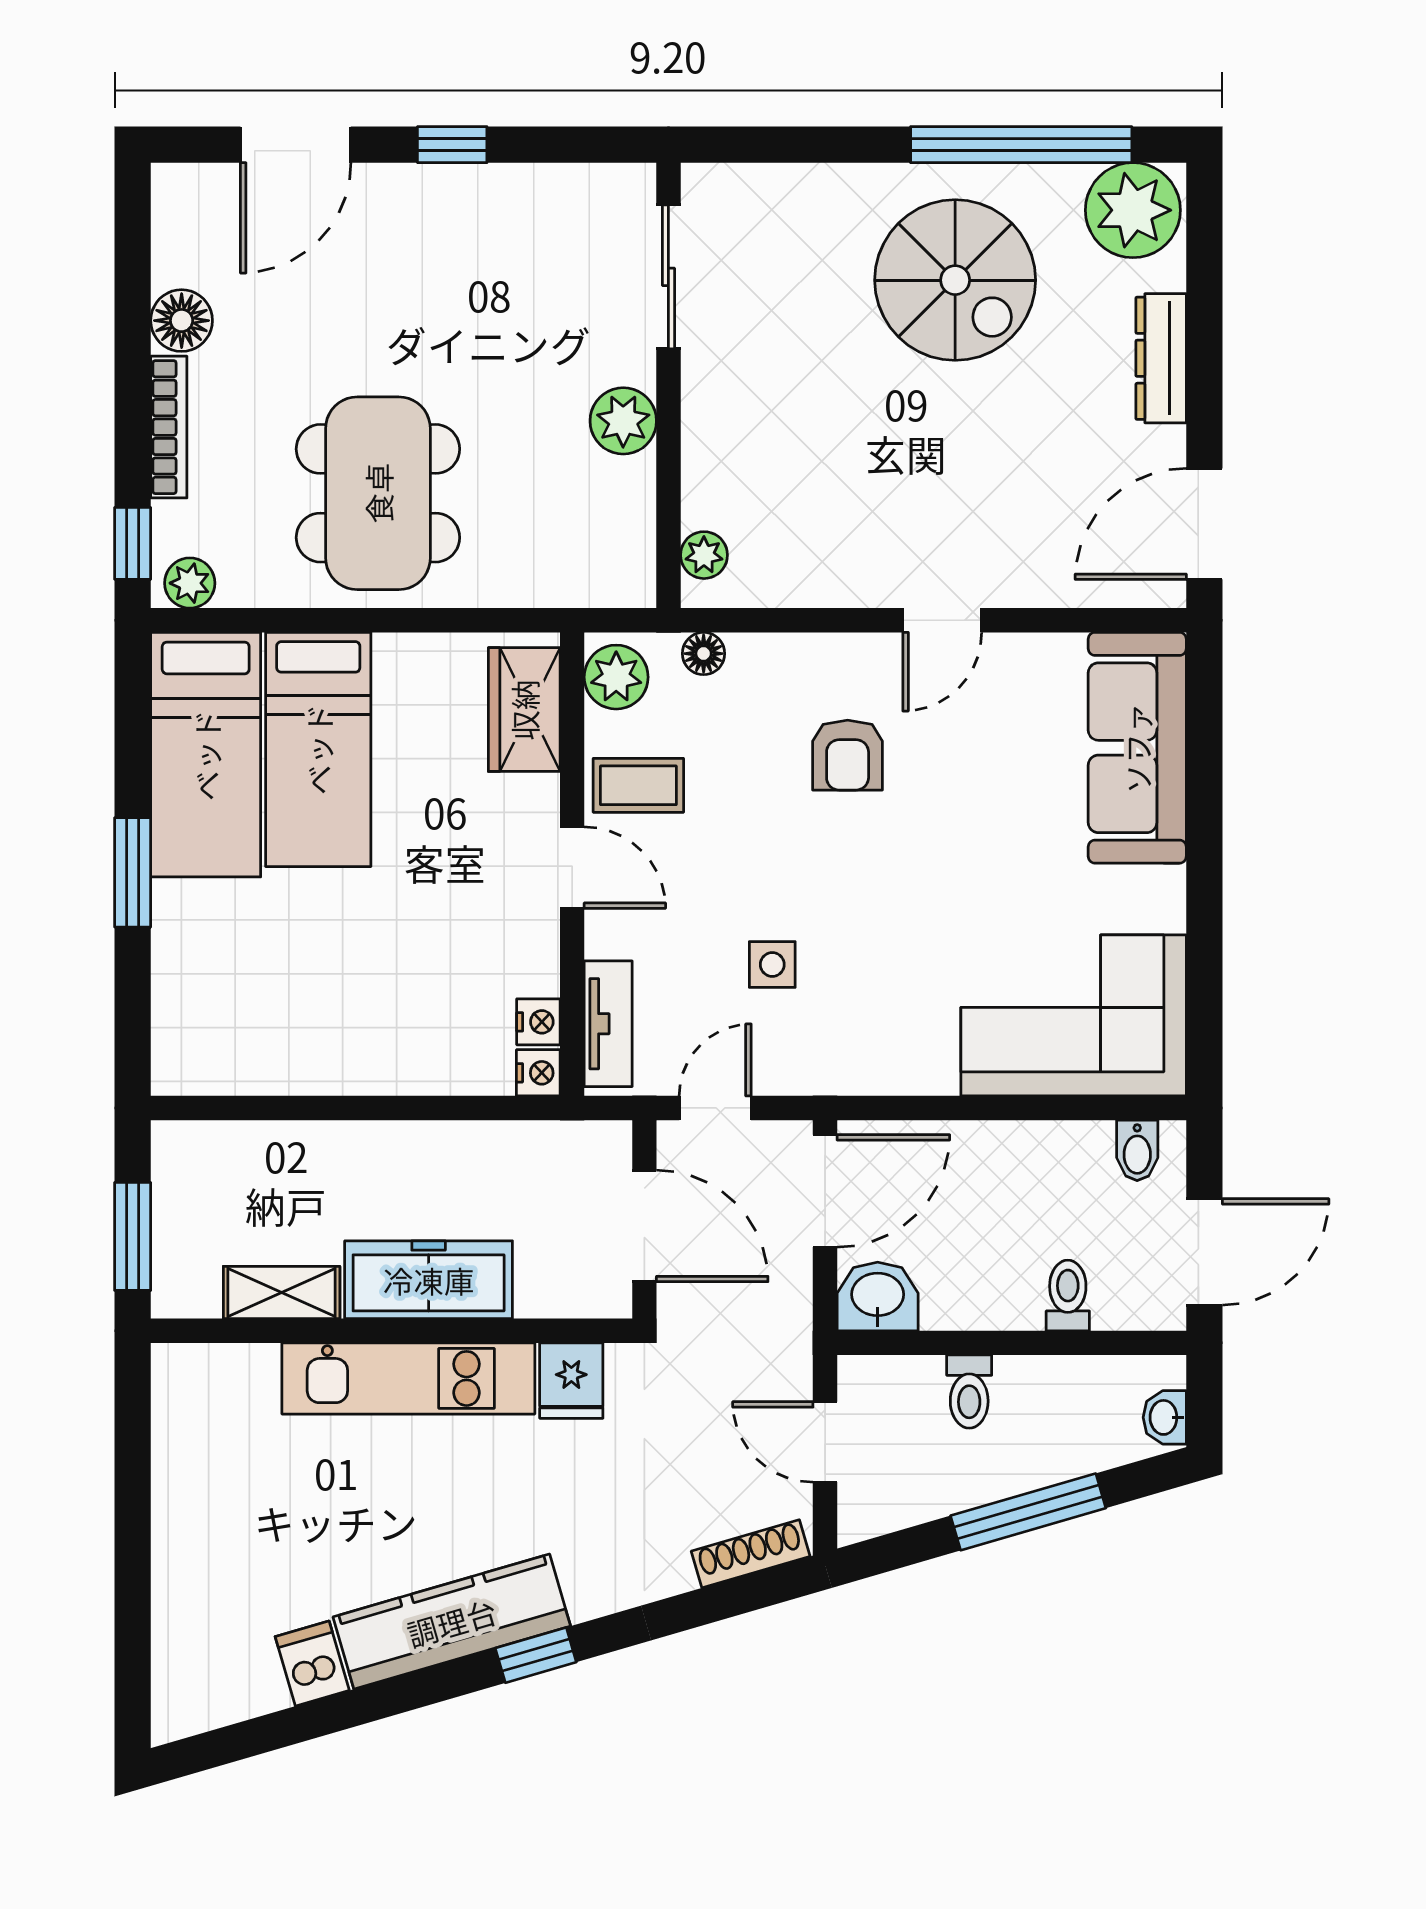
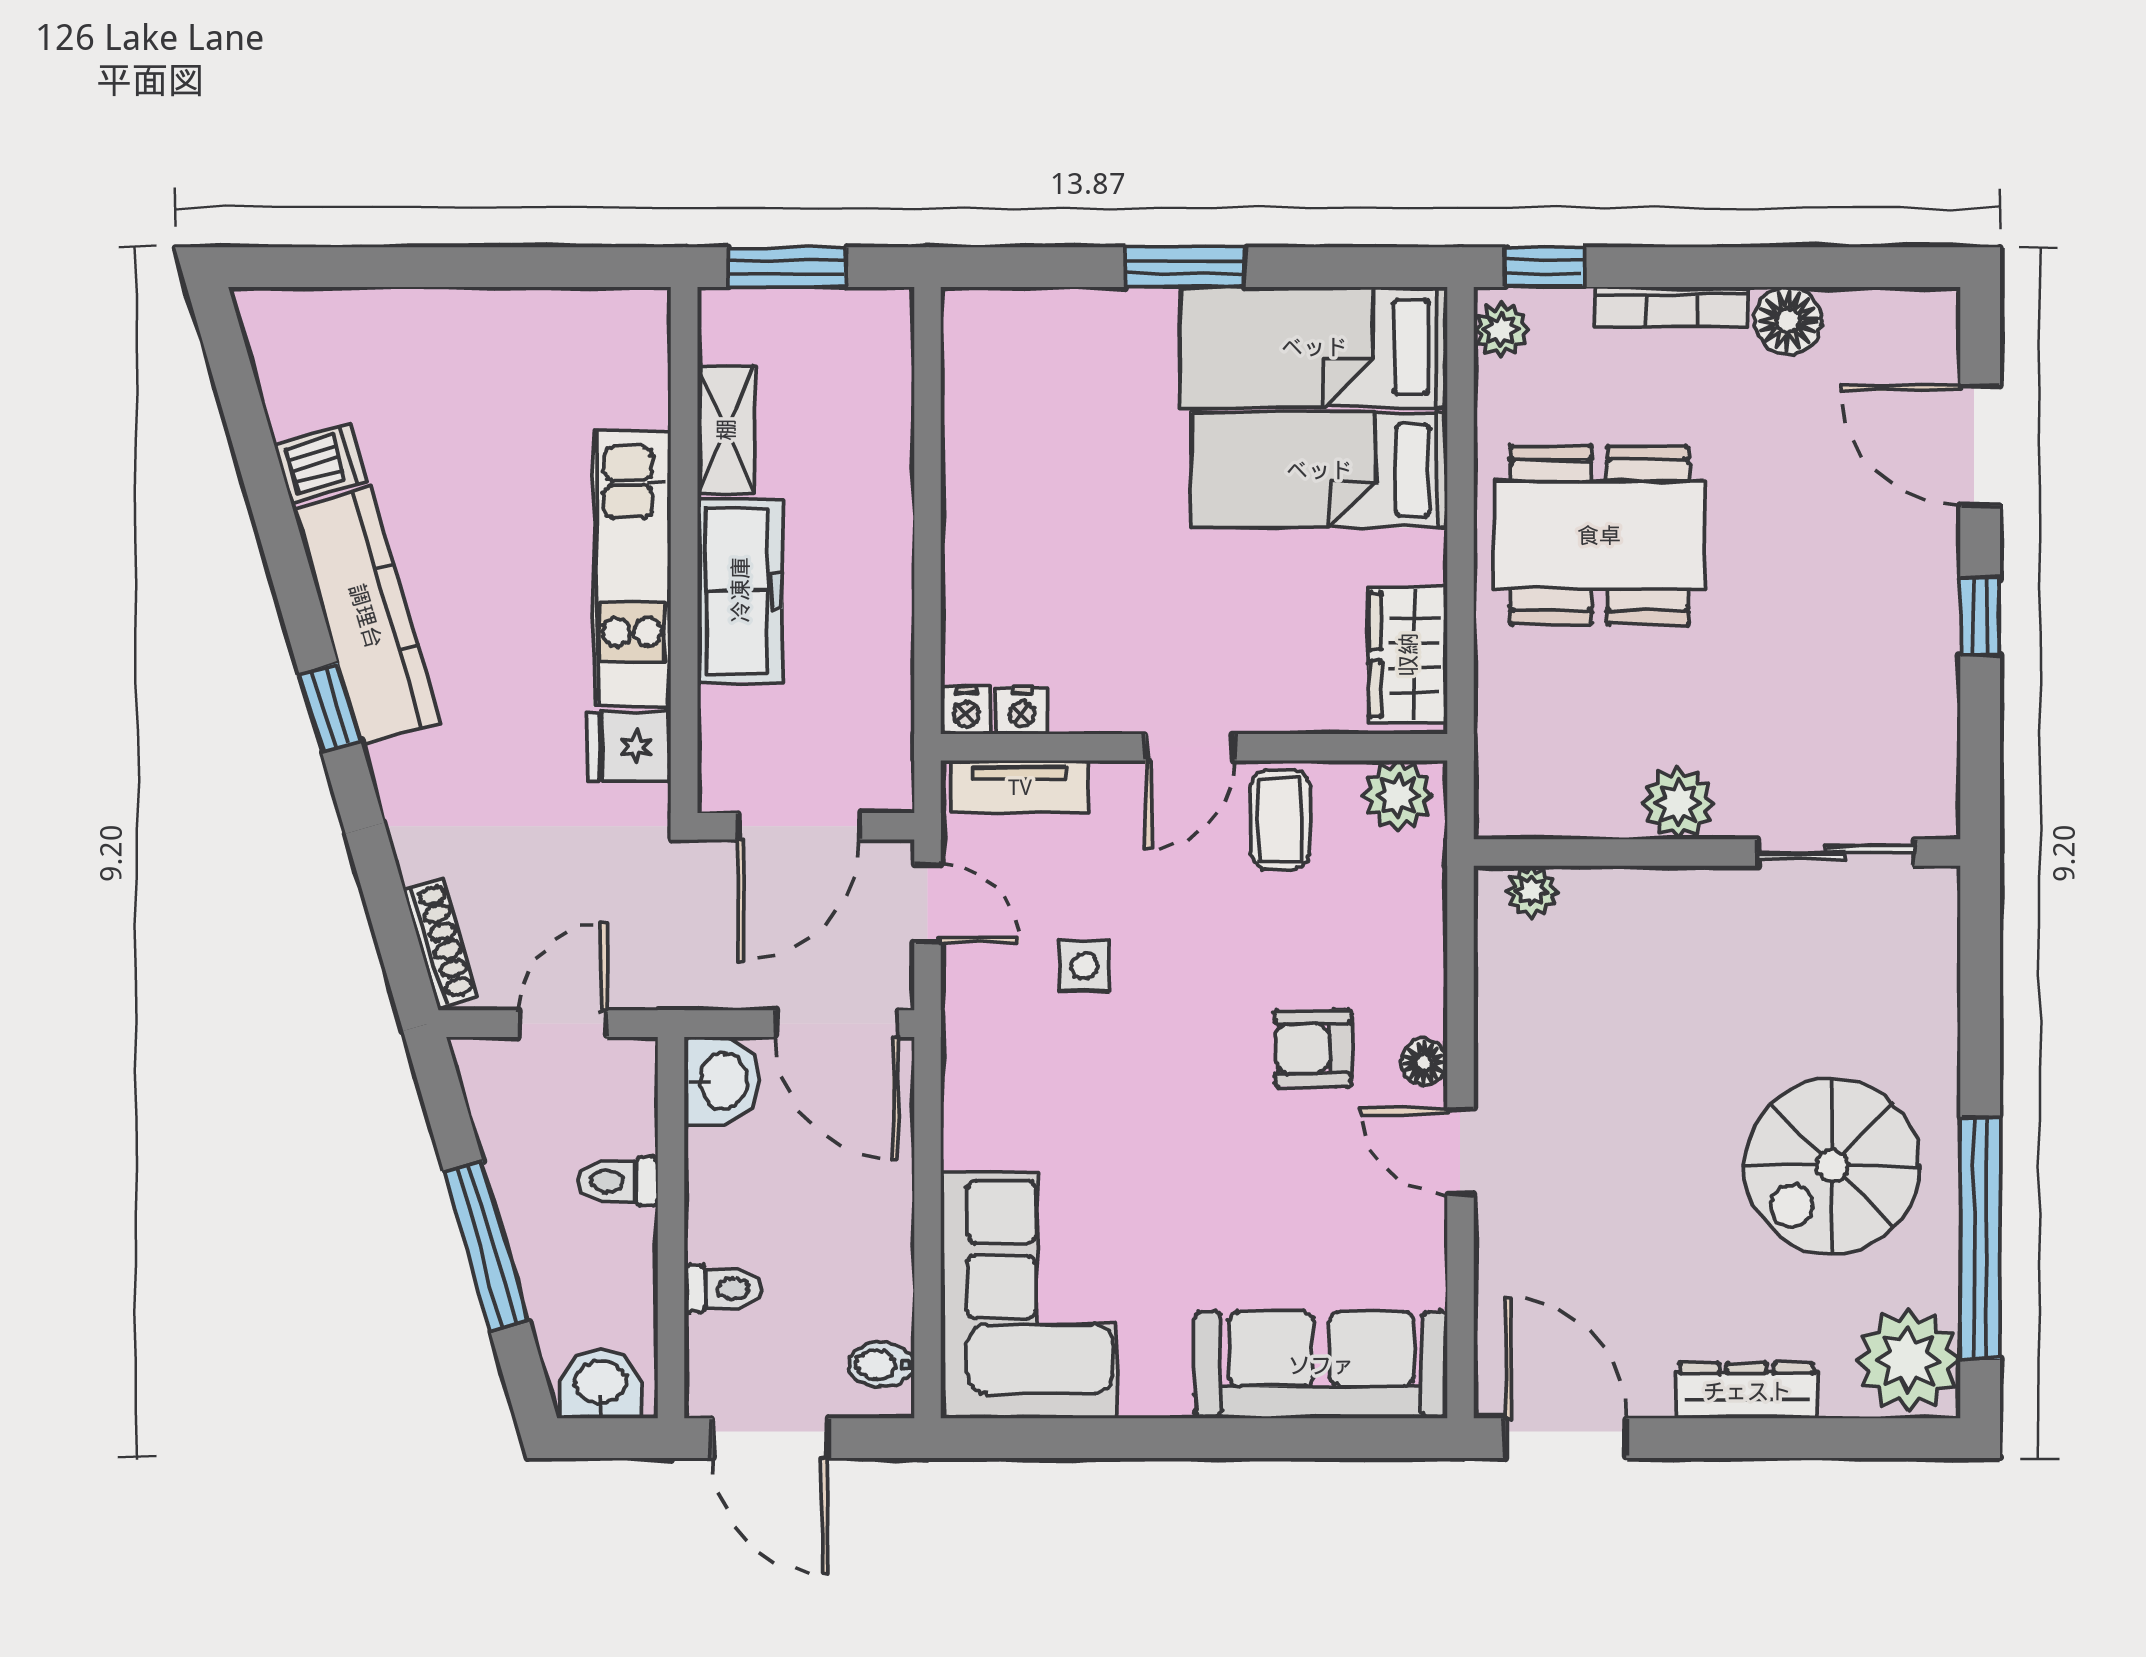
floor lamp: (704, 654) -> (1424, 1062), moved
wardrobe: (524, 710) -> (1408, 655), moved, turned -90
washbasin: (1165, 1417) -> (601, 1384), width x1.38, depth x1.45

